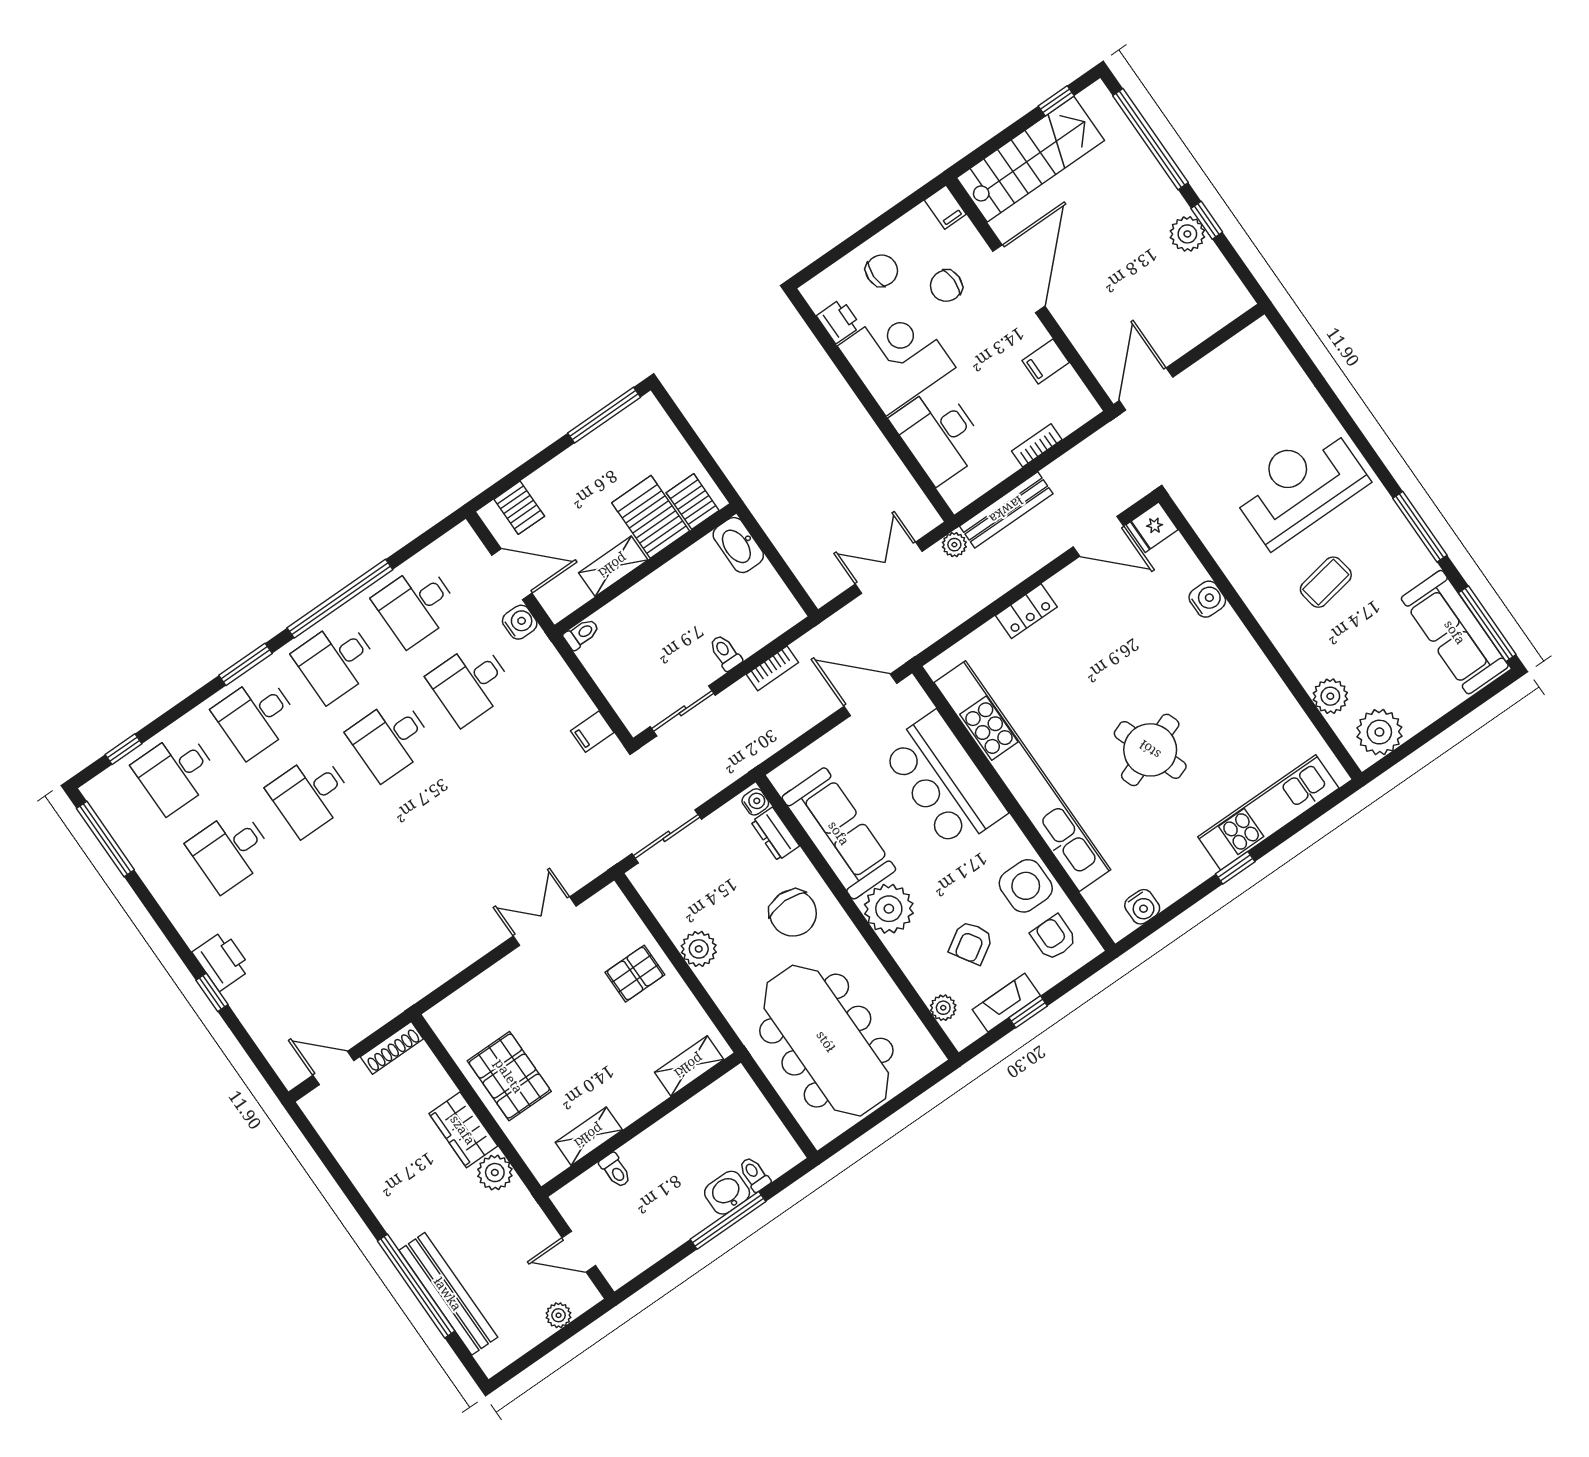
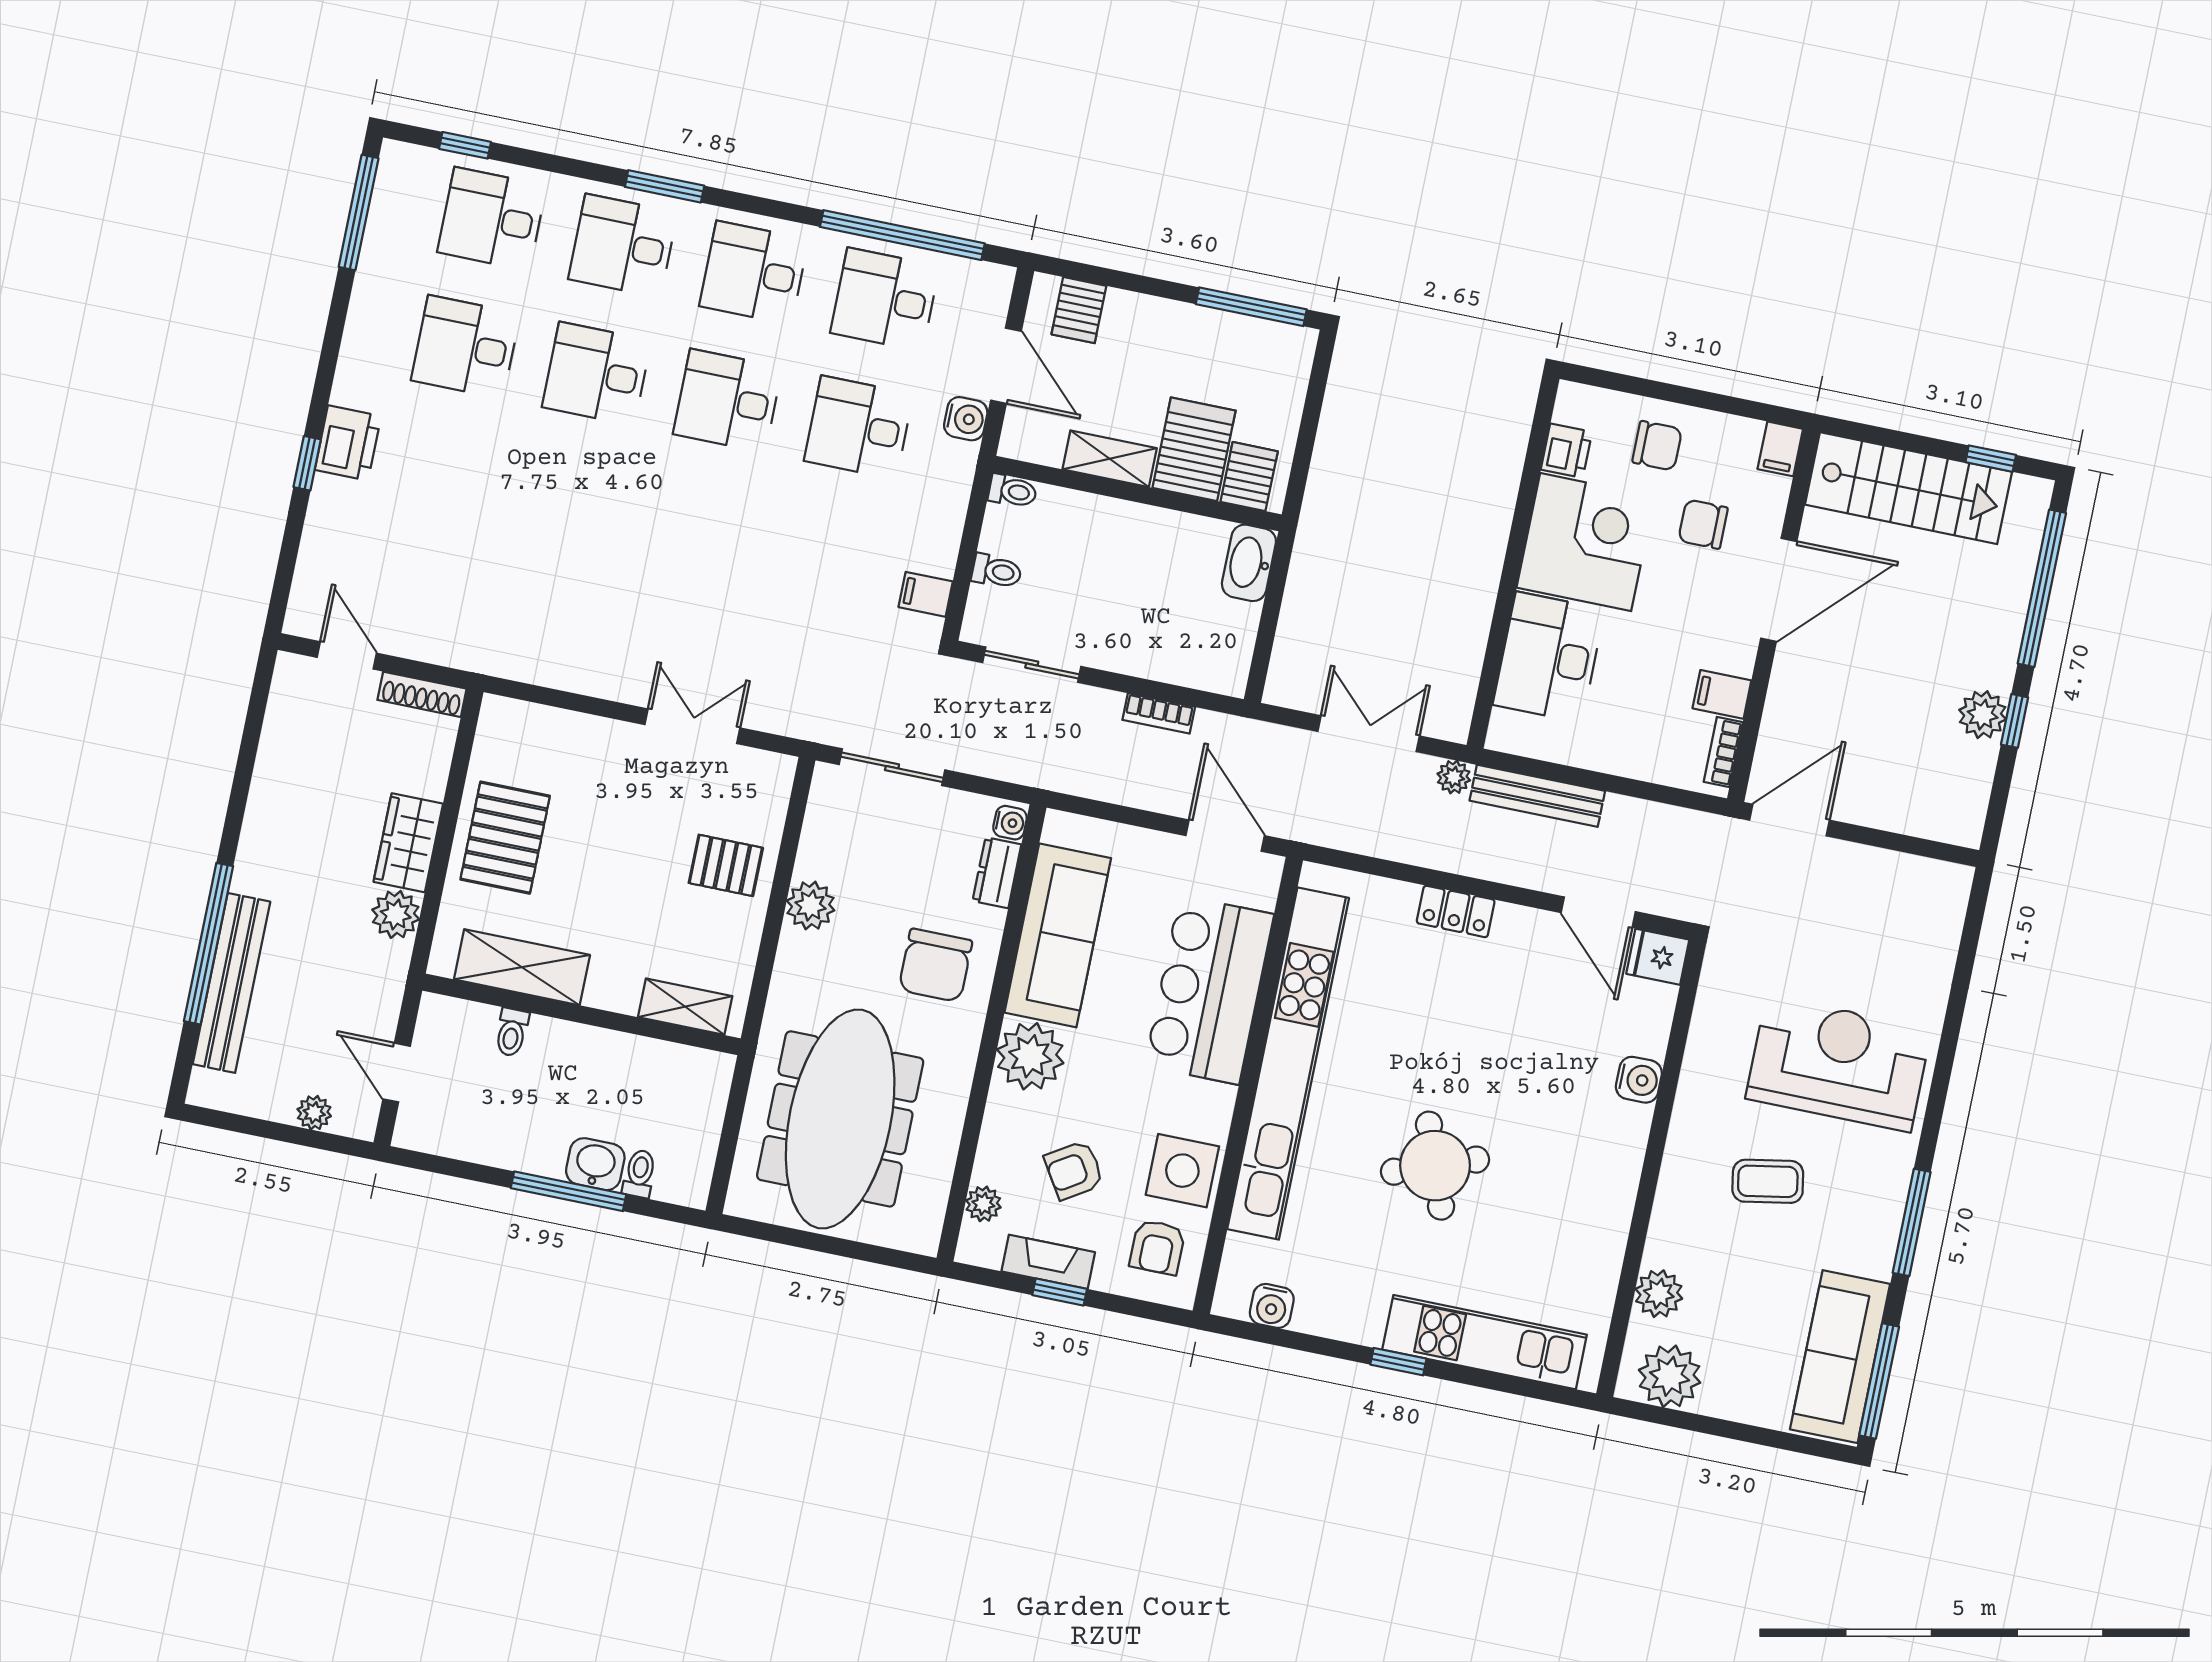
bookcase: (1037, 445) -> (1723, 752), moved, turned -90
window: (340, 599) -> (902, 235), moved
toilet: (725, 653) -> (997, 571), moved, turned 90
armchair: (1054, 938) -> (1157, 1247), turned 180
shelving: (589, 1136) -> (522, 967), width x1.50, depth x1.33

